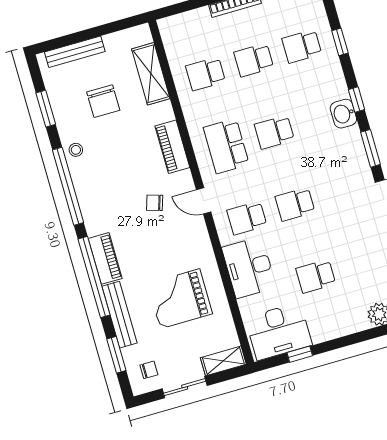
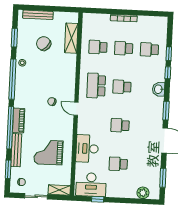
window: (356, 100) -> (168, 73), moved
chair: (103, 101) -> (44, 44), turned 131
piano: (172, 147) -> (70, 77), removed
school desk: (247, 218) -> (94, 124), removed

